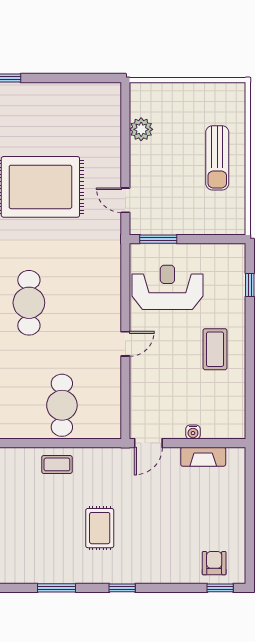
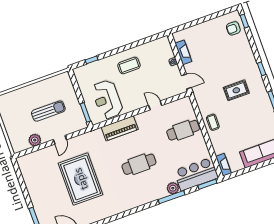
sun lounger: (217, 158) -> (48, 111), moved
door: (125, 200) -> (60, 140), moved
piano: (107, 291) -> (120, 128), added
door: (125, 344) -> (155, 105), moved

